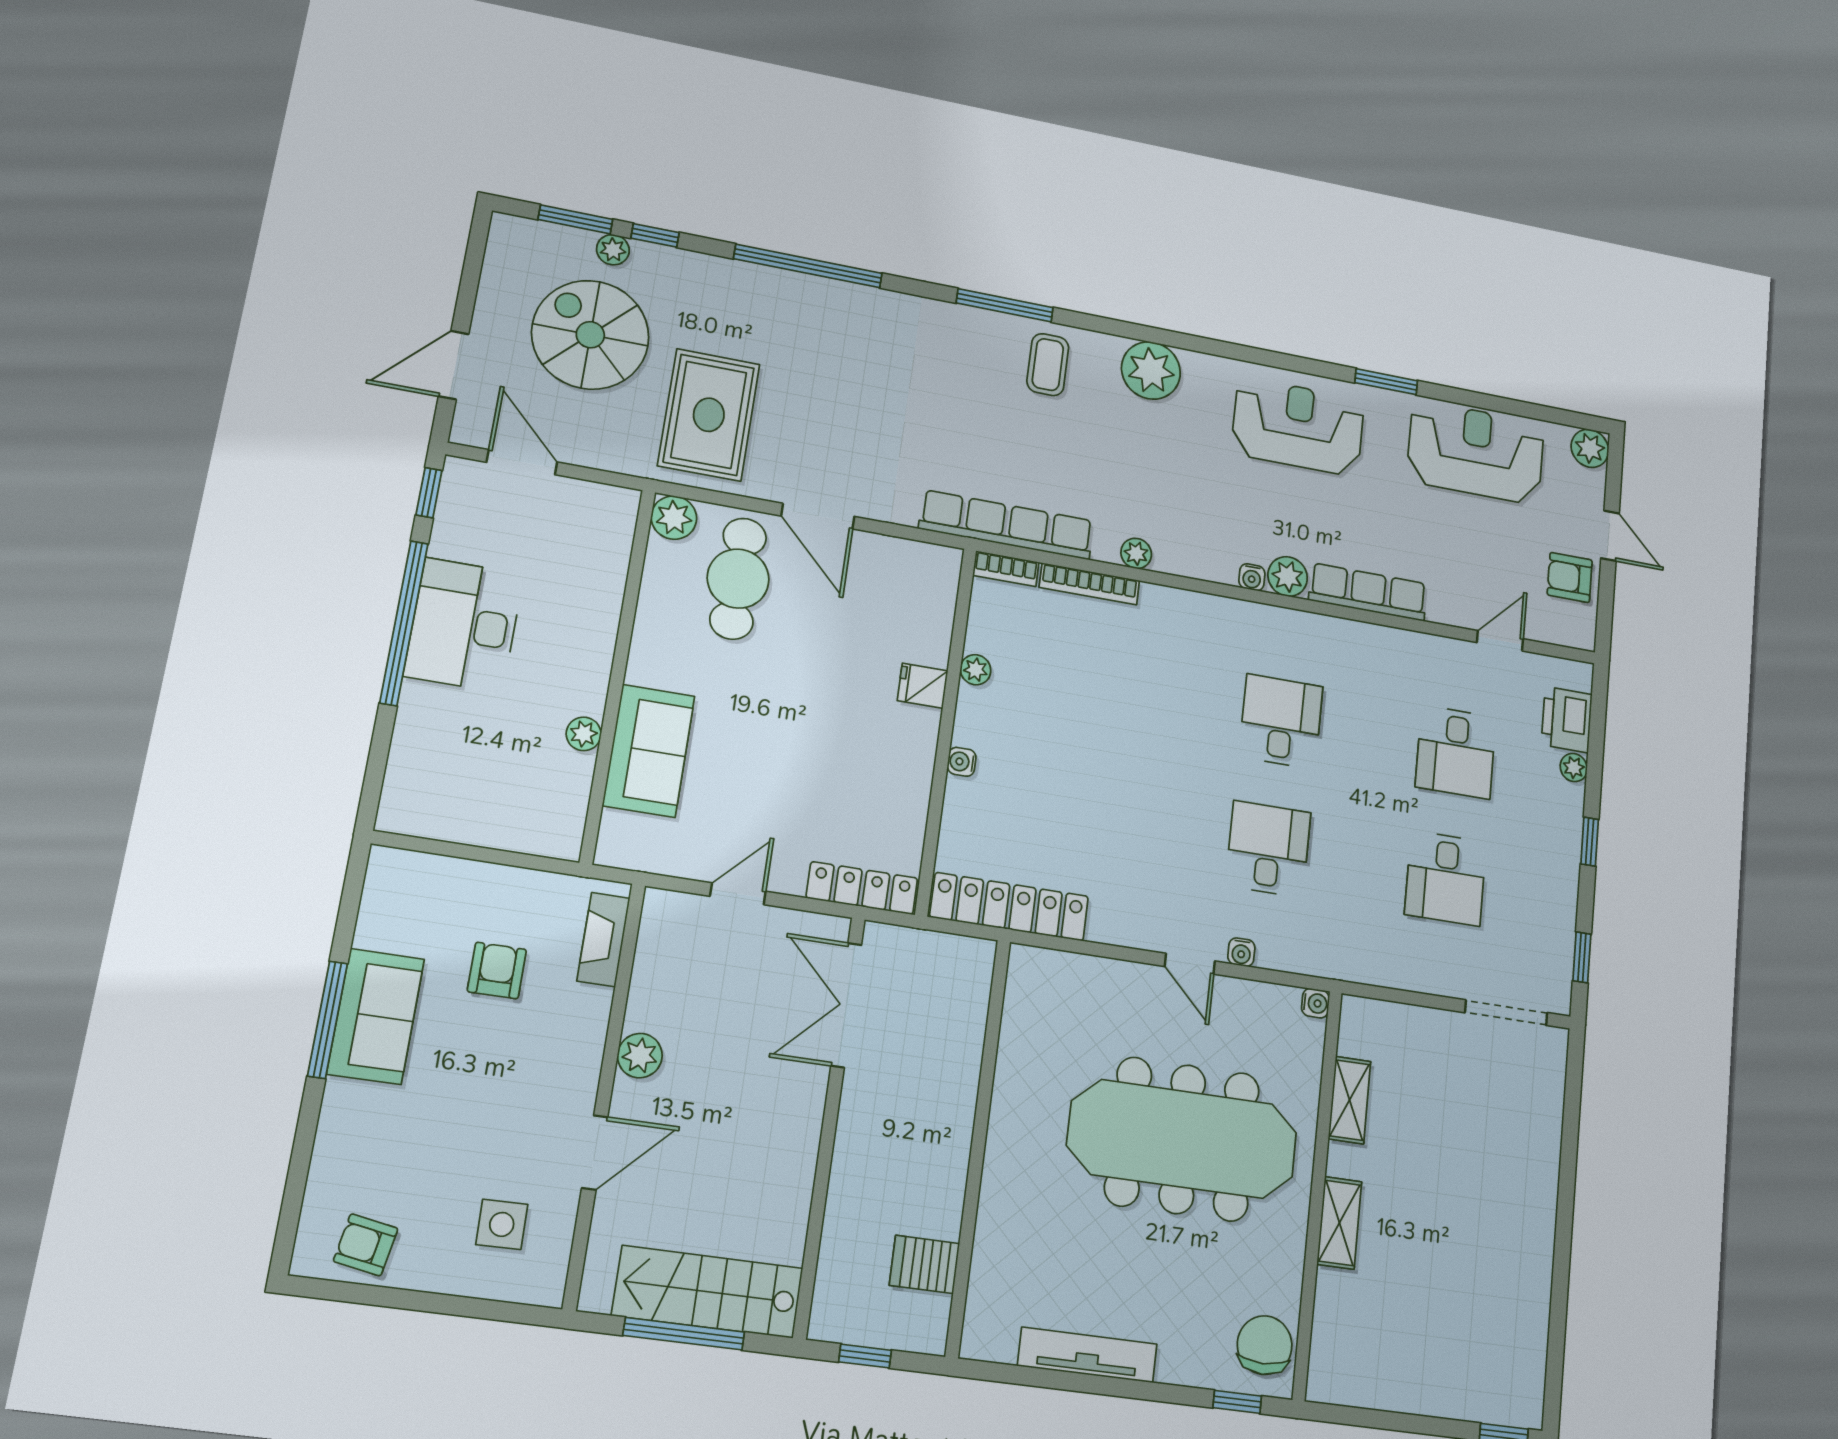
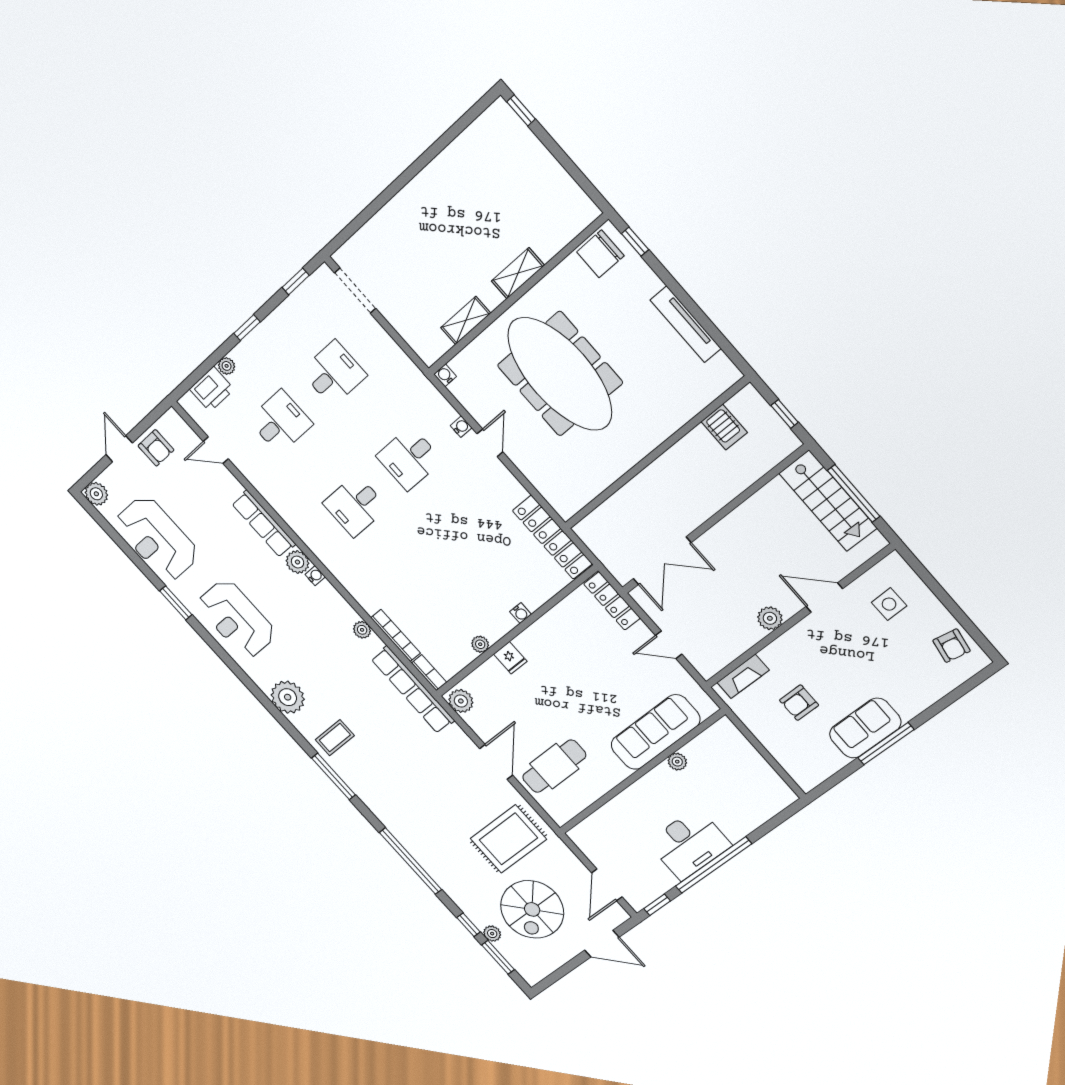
plant: (674, 518) -> (461, 701), moved
sofa: (649, 751) -> (655, 732), width x1.36

